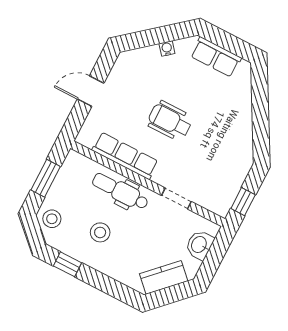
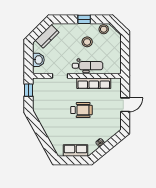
window: (46, 178) -> (125, 54), removed
stool: (52, 219) -> (104, 29), moved
window: (67, 264) -> (84, 19), moved

